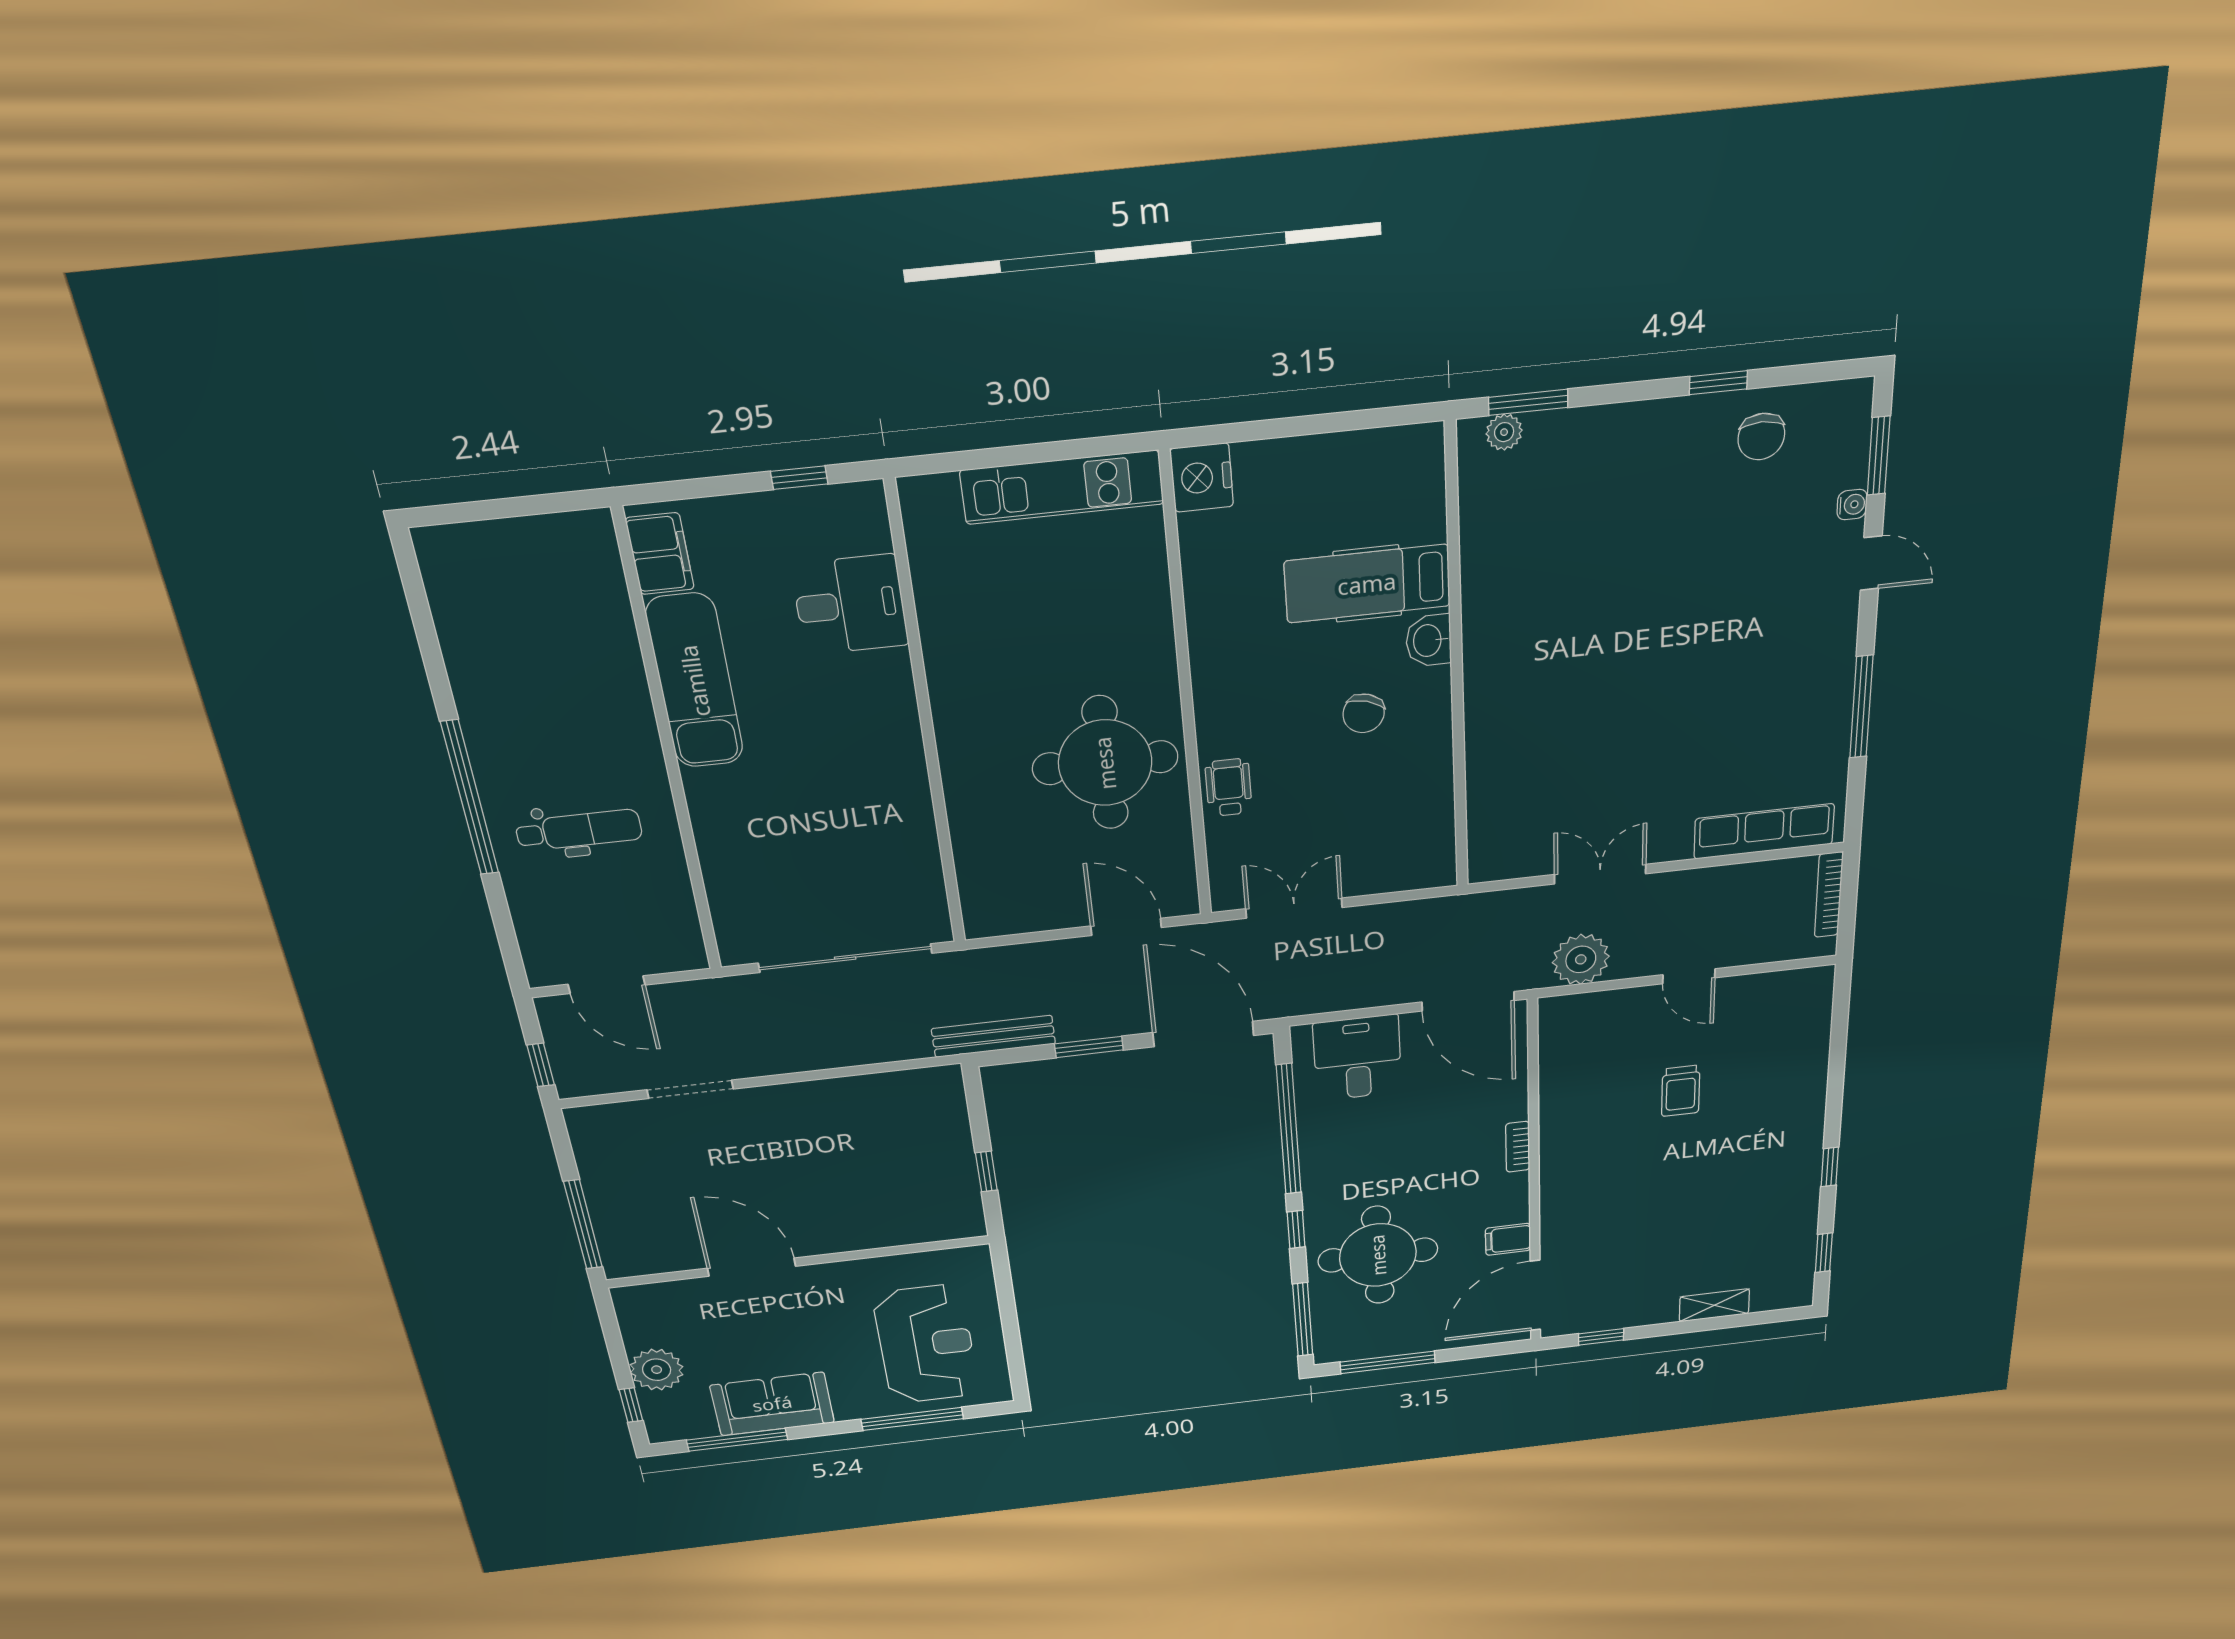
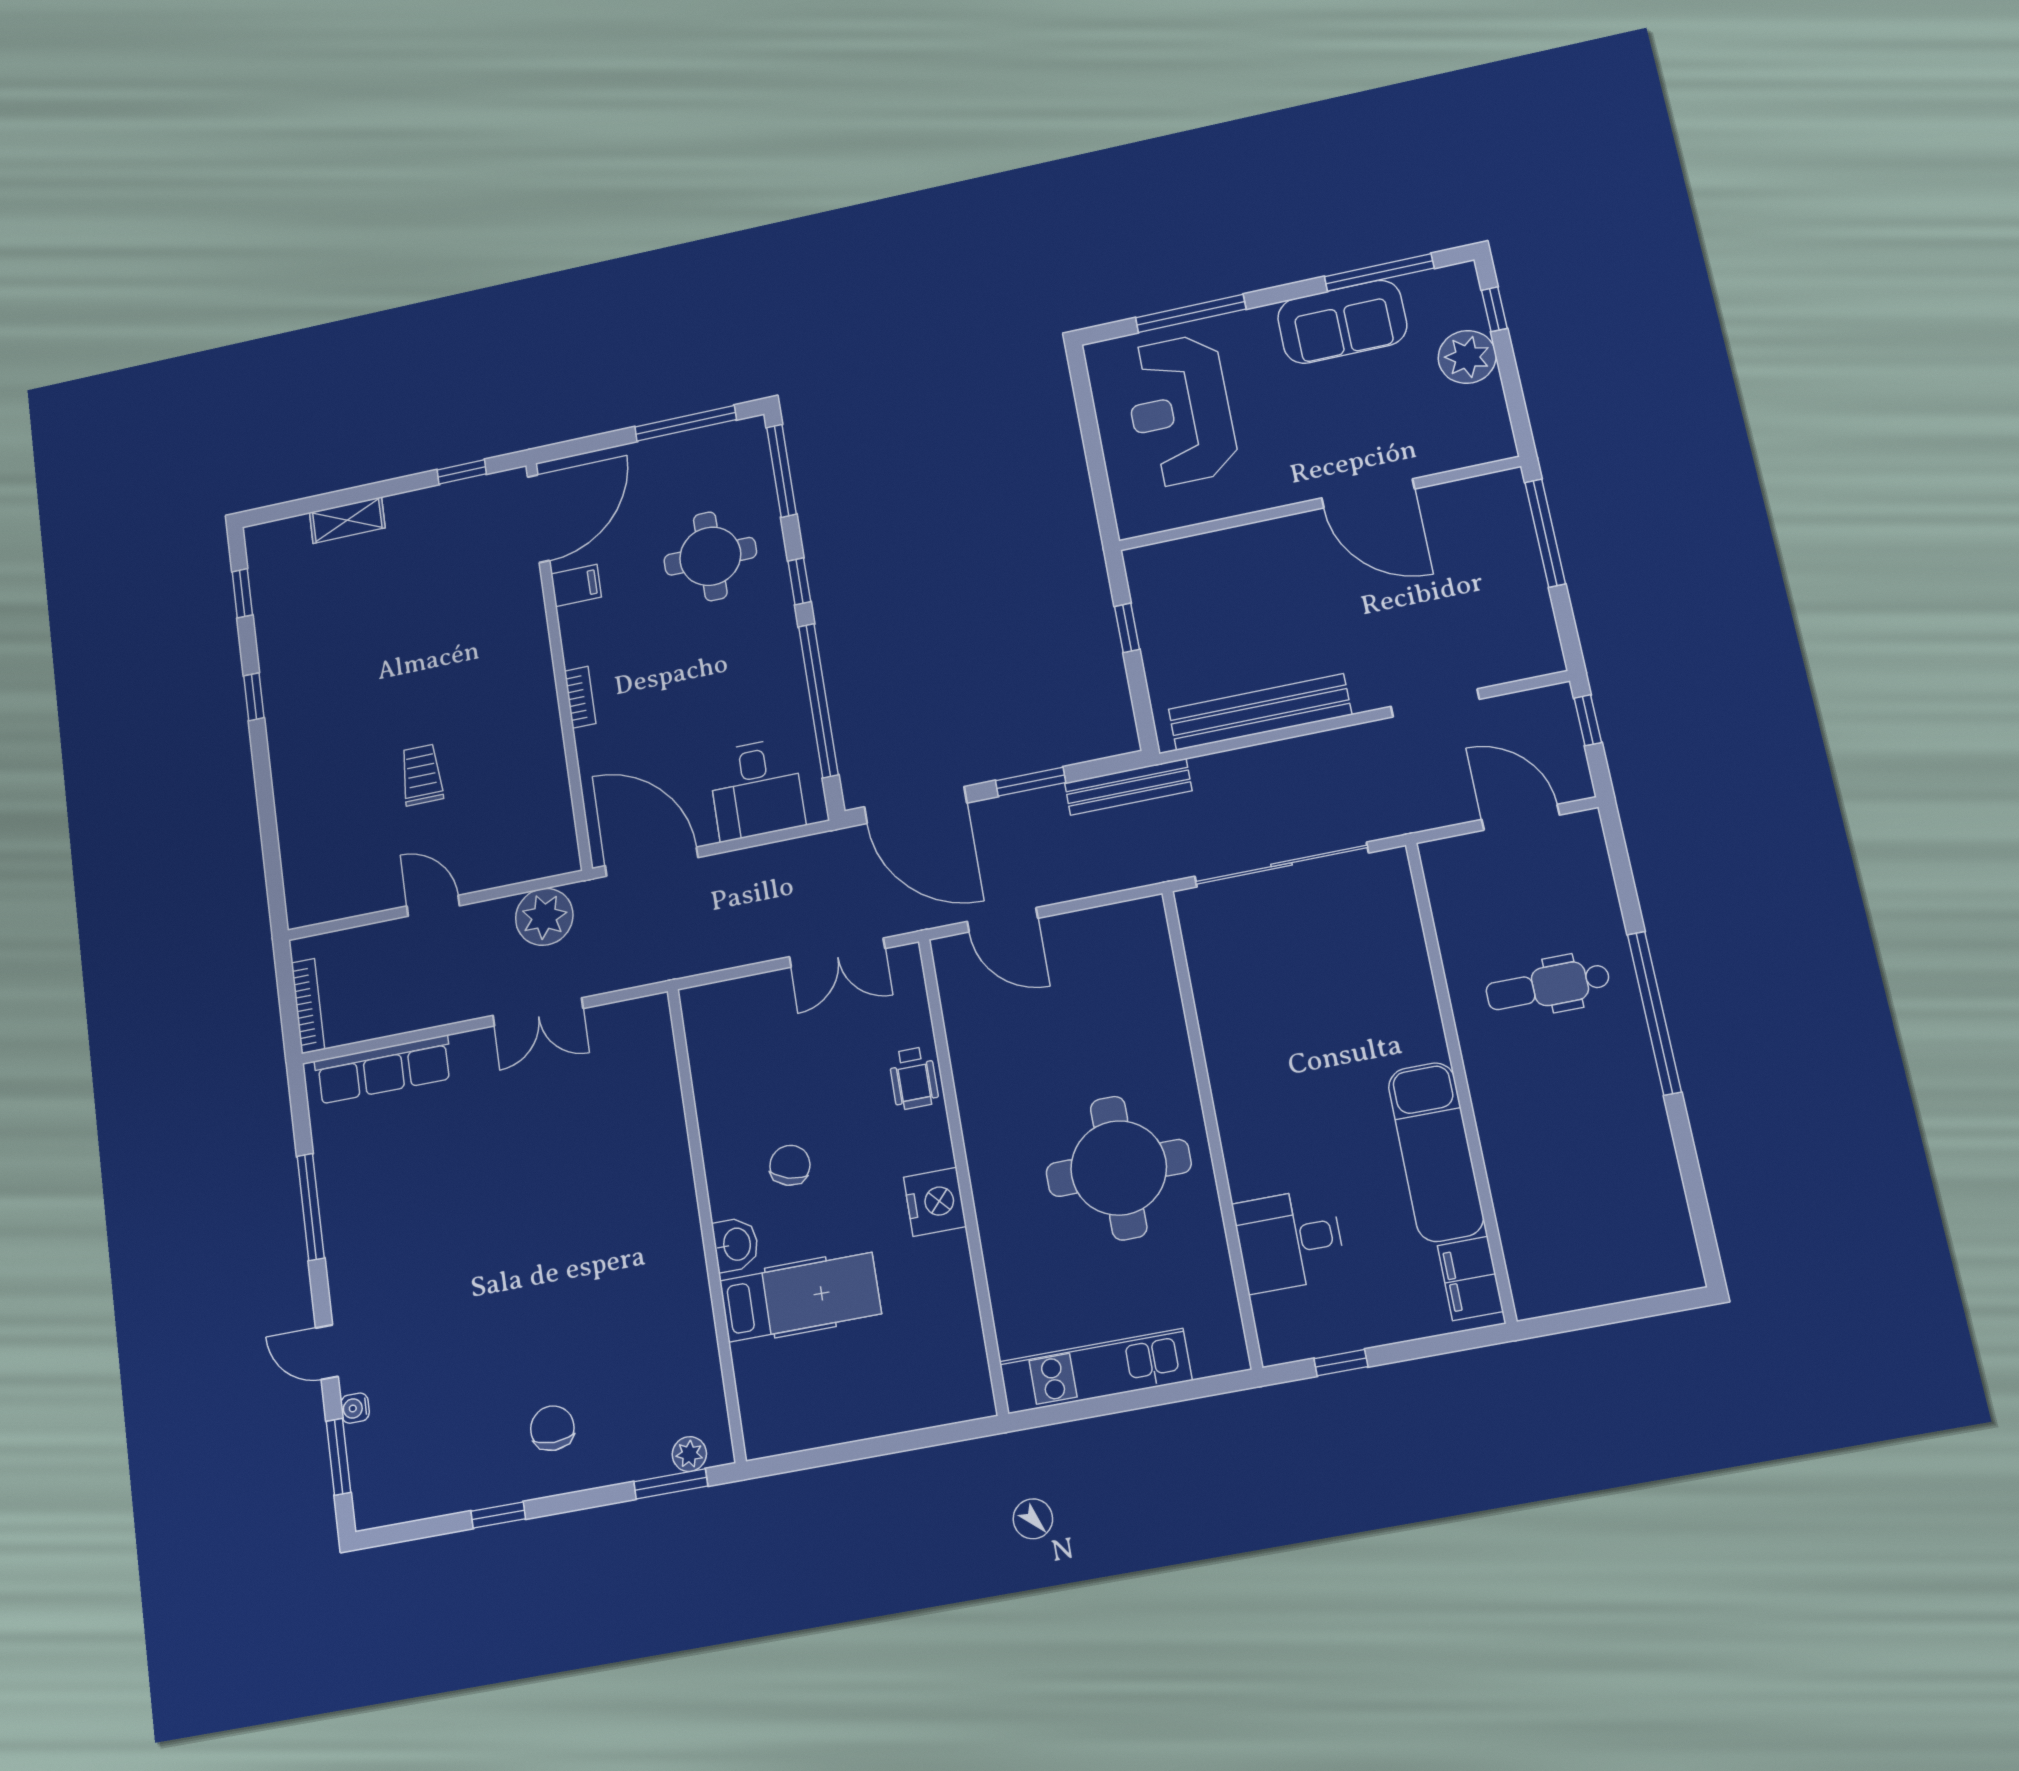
chair: (1761, 437) -> (552, 1428), moved
nightstand: (1202, 478) -> (935, 1202), moved
round table: (1105, 763) -> (1119, 1168), moved
bench: (861, 1092) -> (1260, 712), added
round table: (1378, 1255) -> (710, 556), width x0.73, depth x0.73

